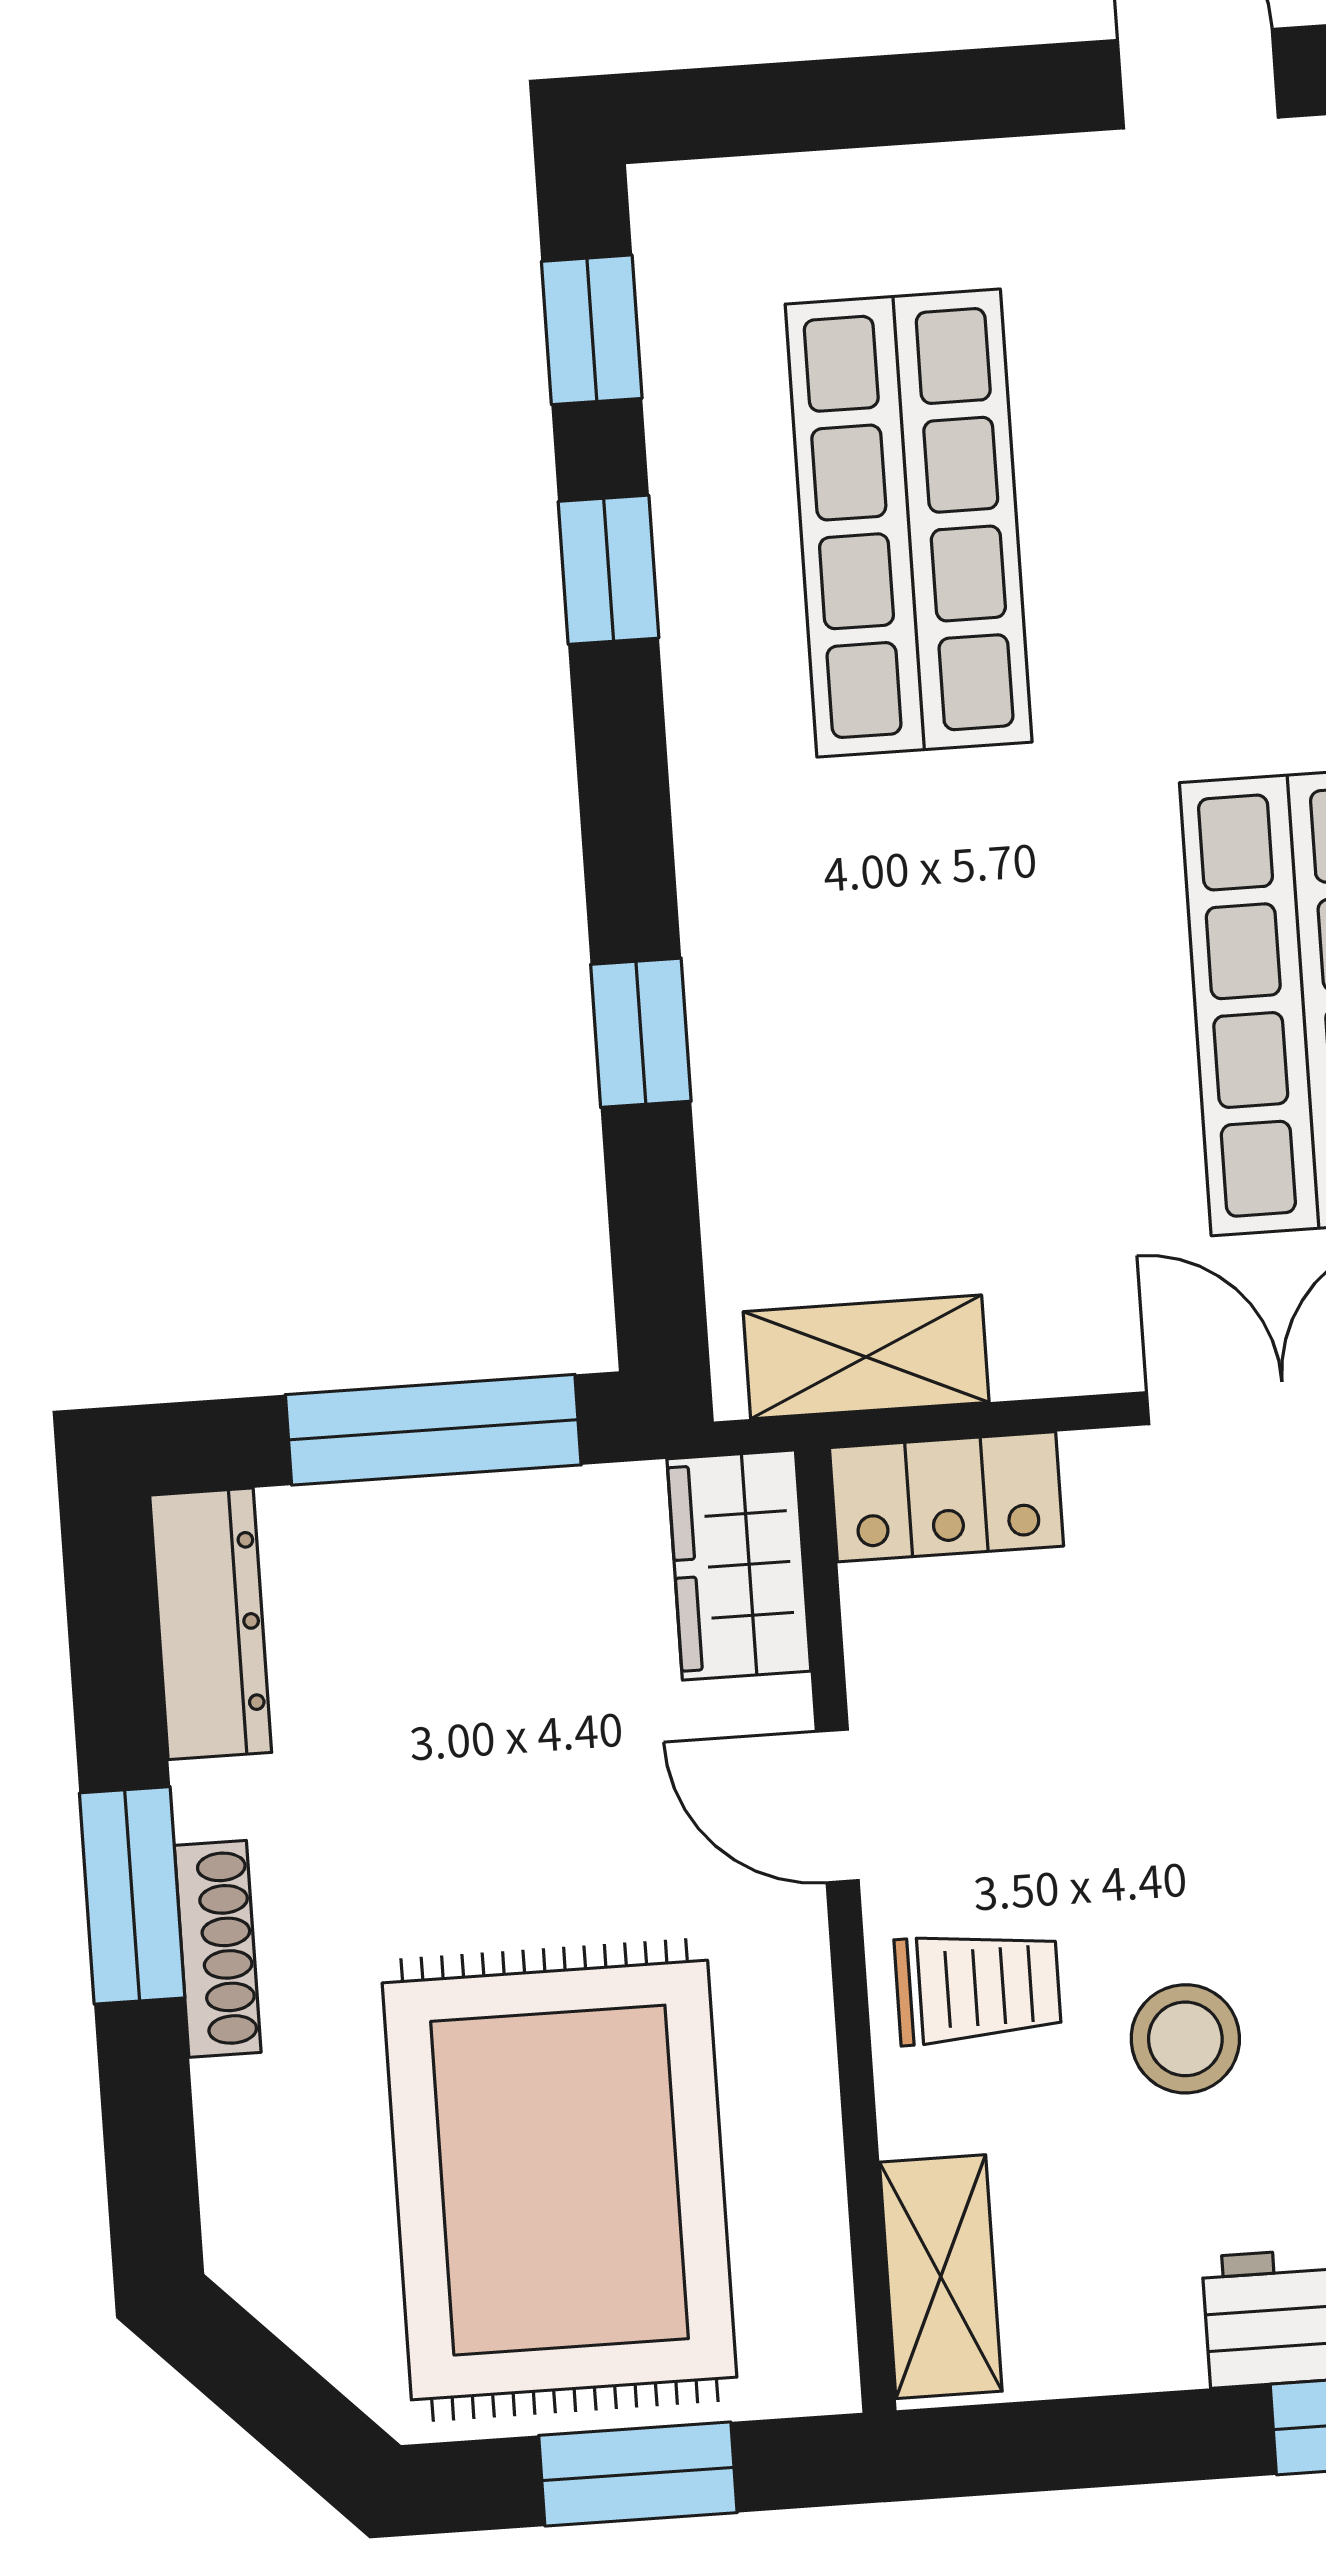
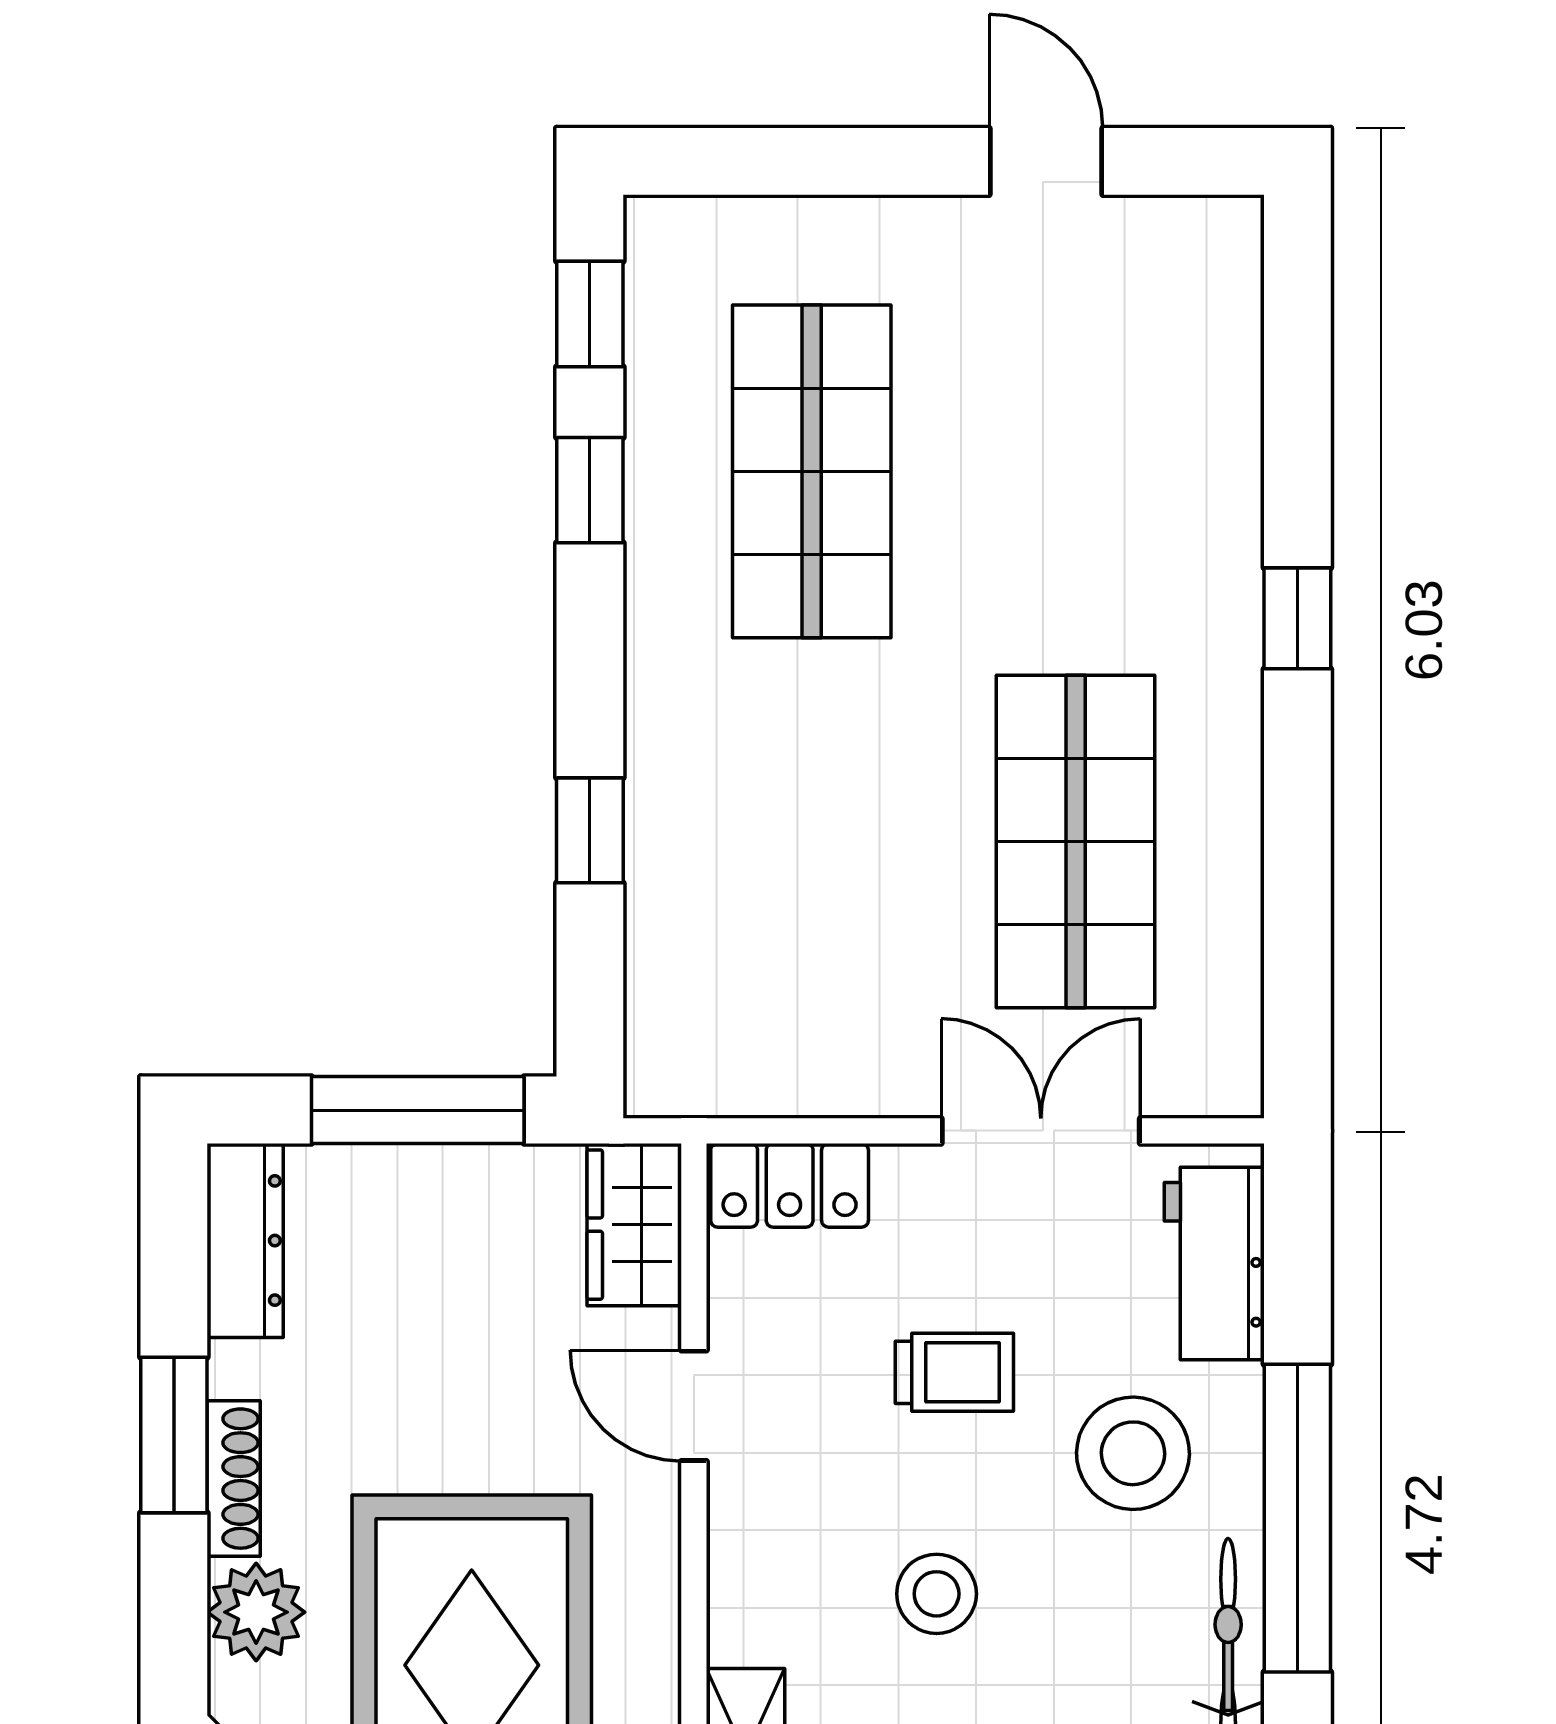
shelving: (866, 1357) -> (738, 1079), removed
trolley: (978, 1987) -> (954, 1372), moved
plant: (261, 2128) -> (256, 1612), added

